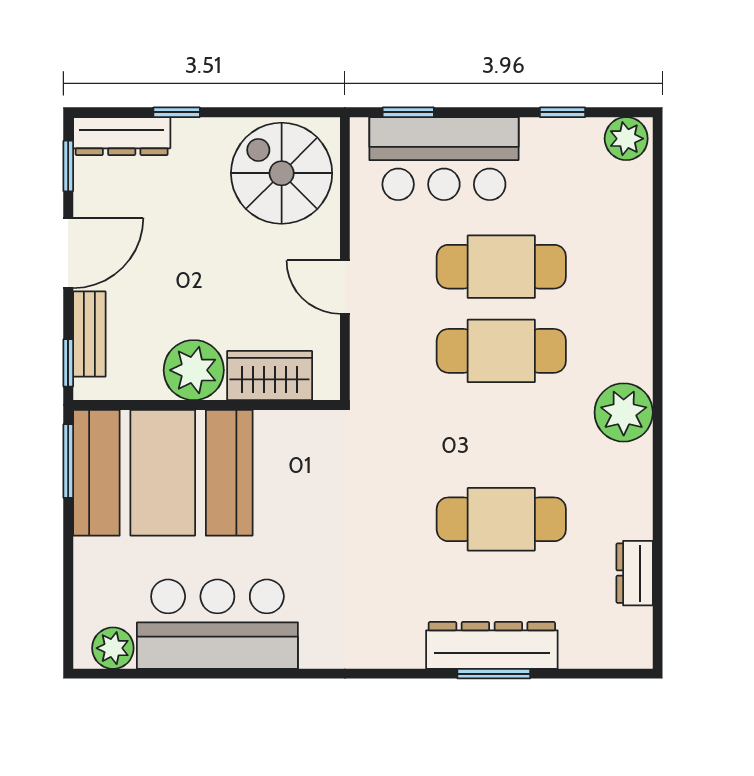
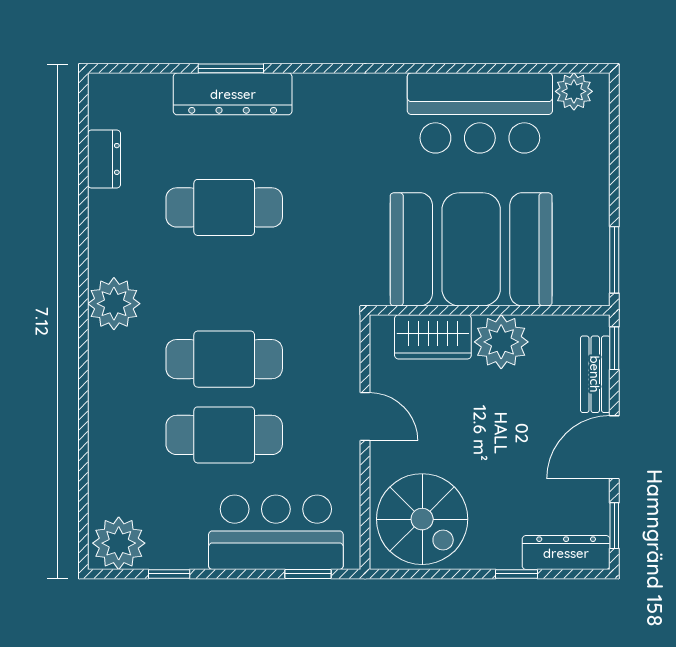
plant: (626, 139) -> (119, 543), width x1.36, depth x1.36
booth: (163, 473) -> (471, 249), moved

